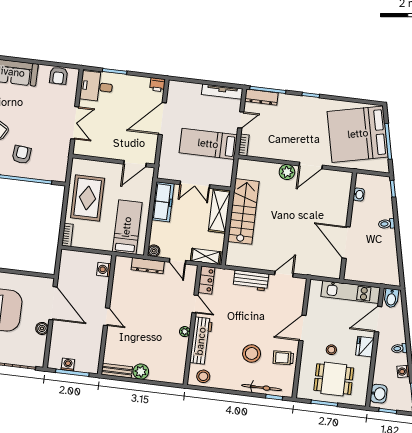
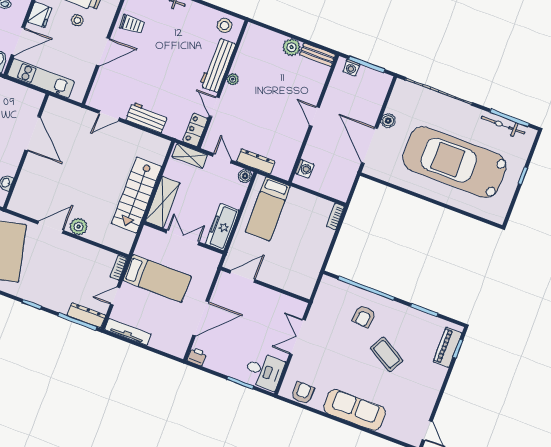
rug: (88, 198) -> (304, 251), removed
stool: (252, 353) -> (166, 37), removed
washing machine: (68, 364) -> (351, 68), moved

